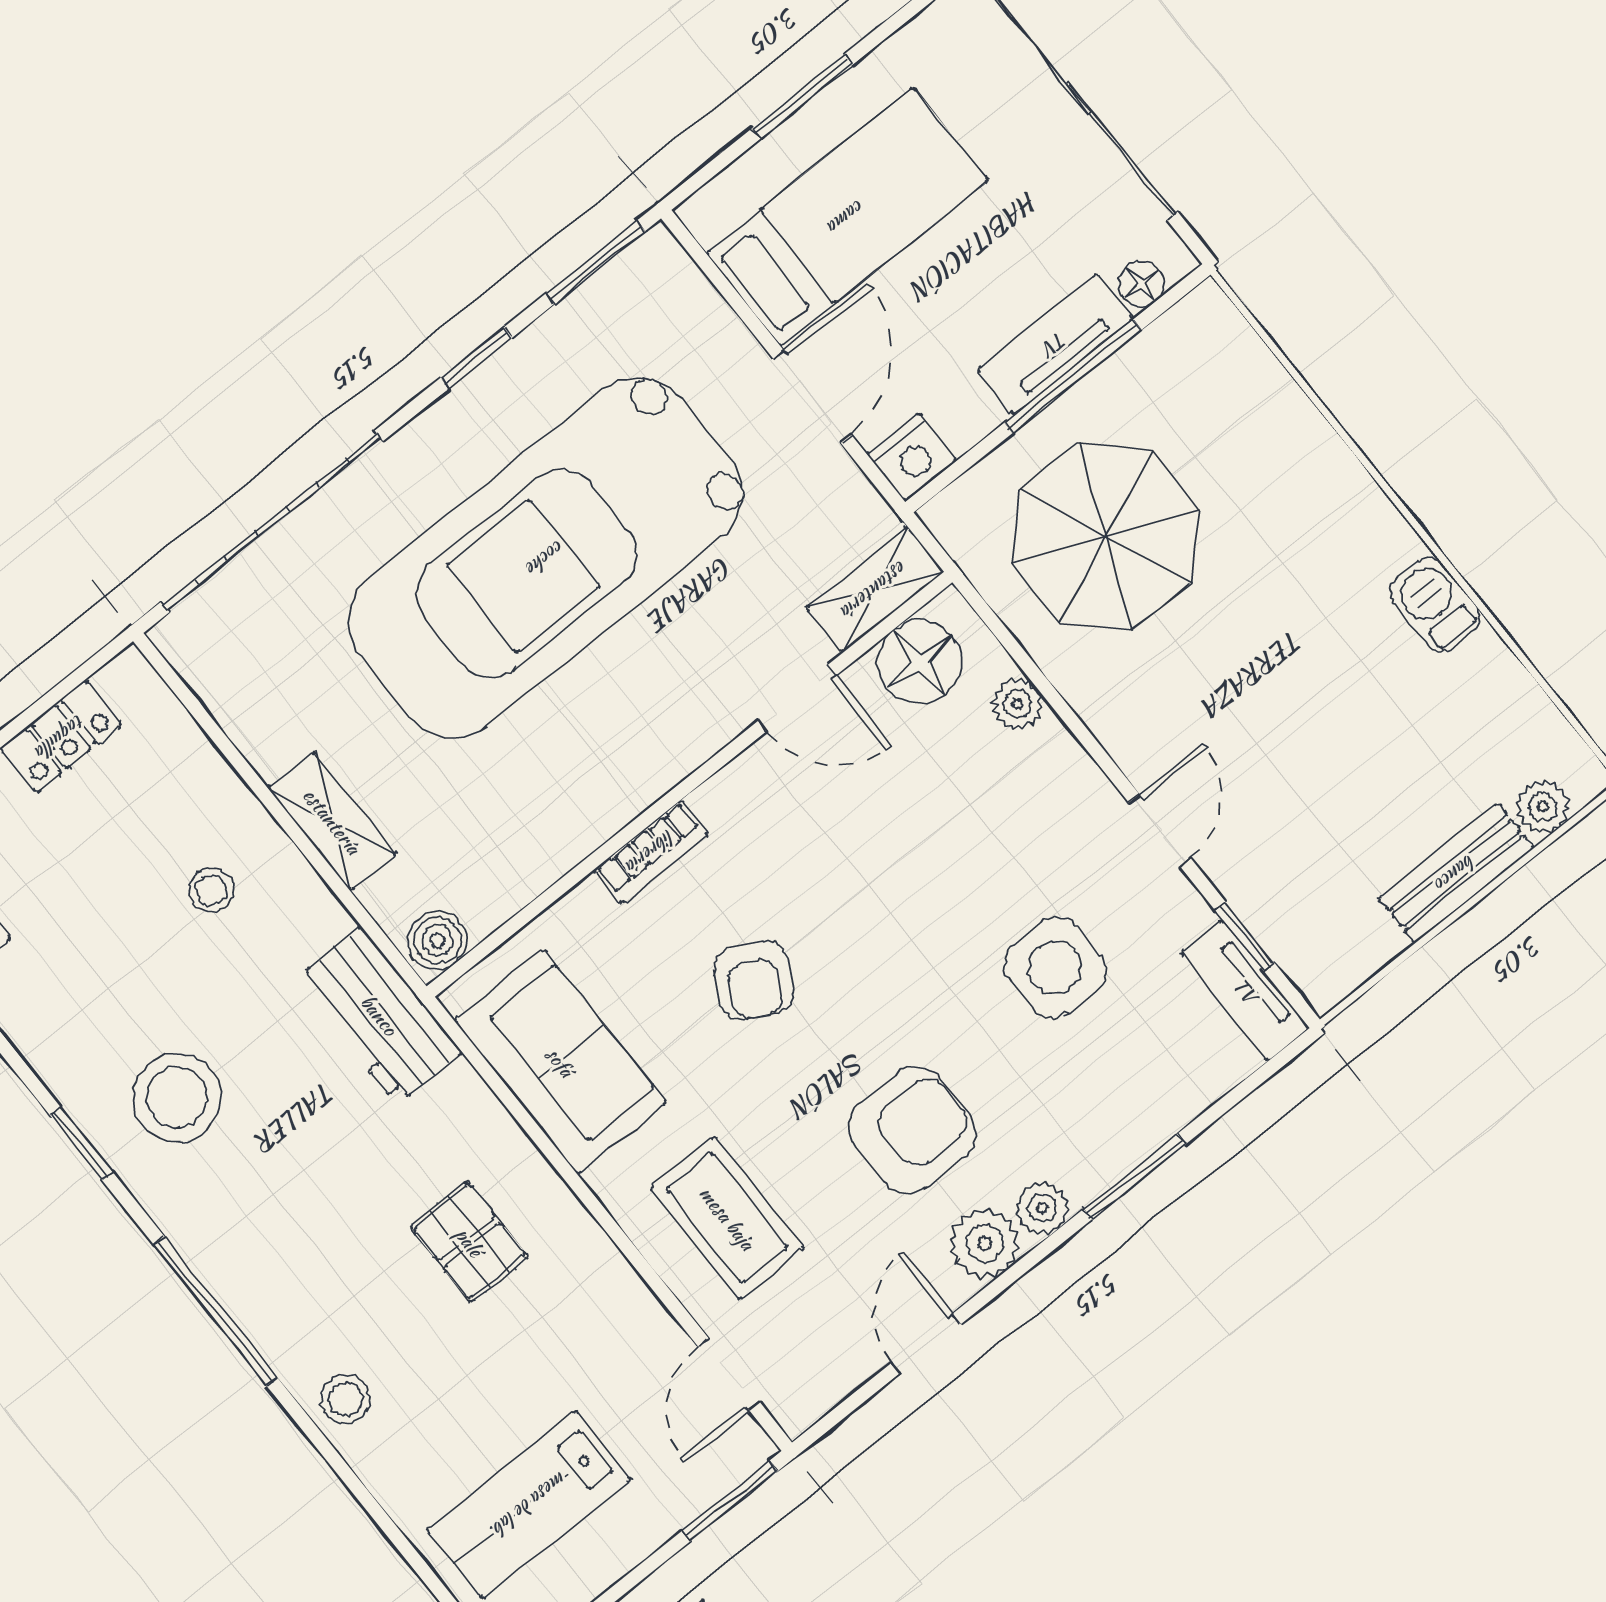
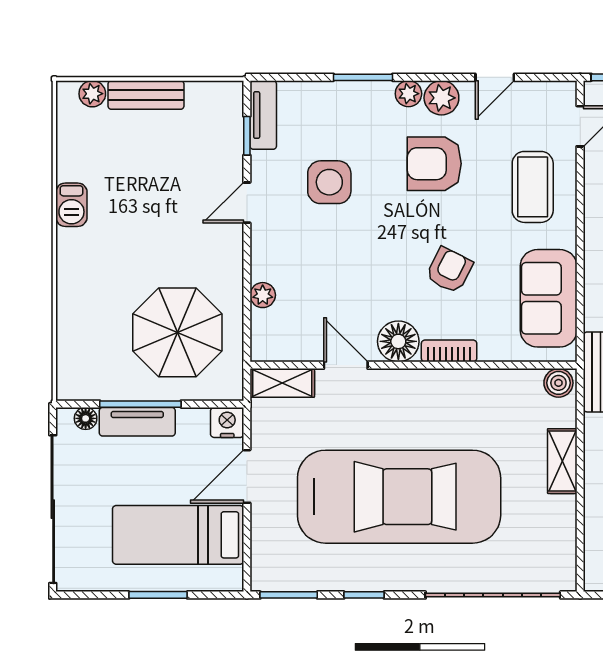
floor lamp: (919, 662) -> (398, 341), moved

